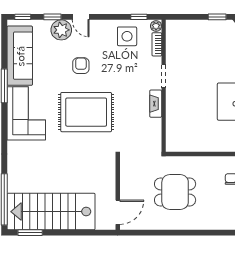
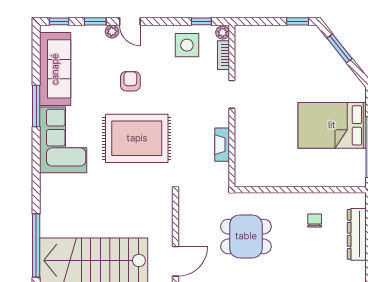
plant: (61, 30) -> (112, 31), width x0.53, depth x0.53
fireplace: (156, 104) -> (222, 145), moved

